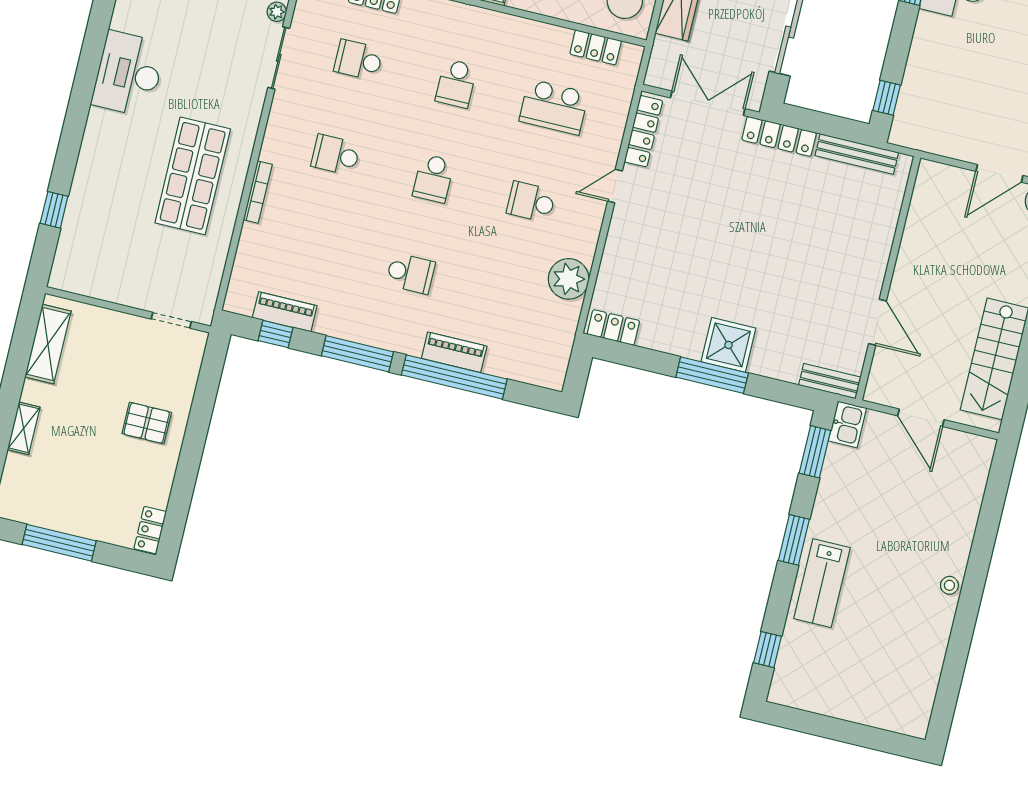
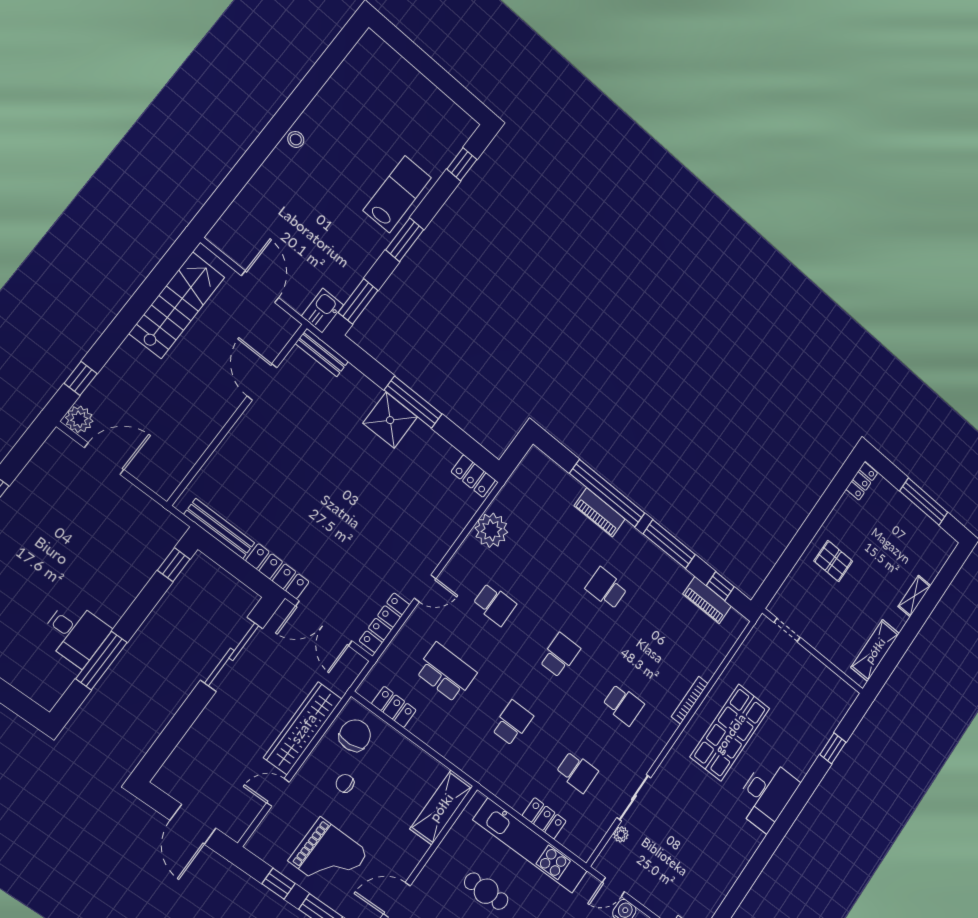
desk: (129, 74) -> (766, 795), moved

